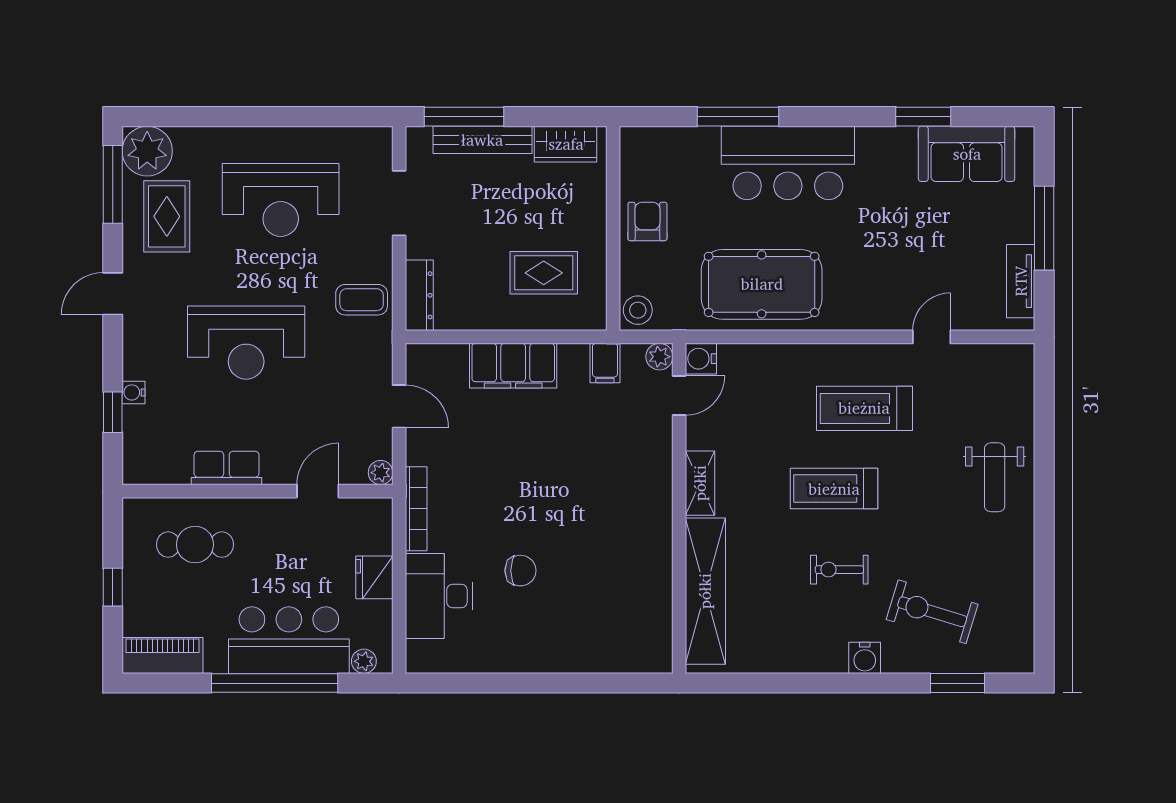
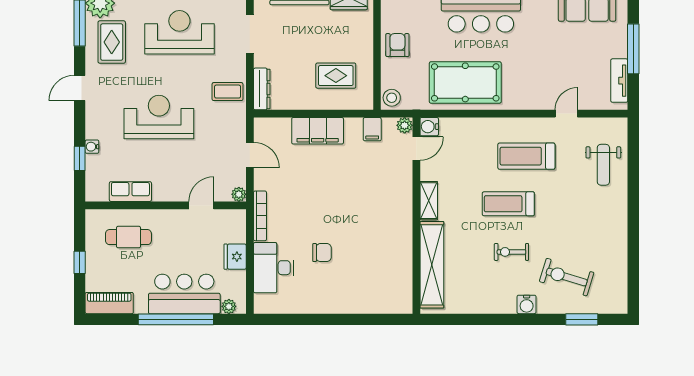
reception desk: (281, 200) -> (179, 32), turned 180
reception desk: (246, 343) -> (159, 117), turned 180
row of seats: (226, 468) -> (130, 192), moved
weight bench: (995, 477) -> (603, 165), moved

